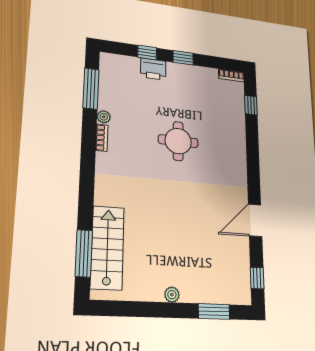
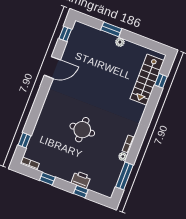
window: (183, 58) -> (47, 179), moved
window: (84, 253) -> (161, 81), width x0.46
window: (214, 311) -> (111, 29), moved

